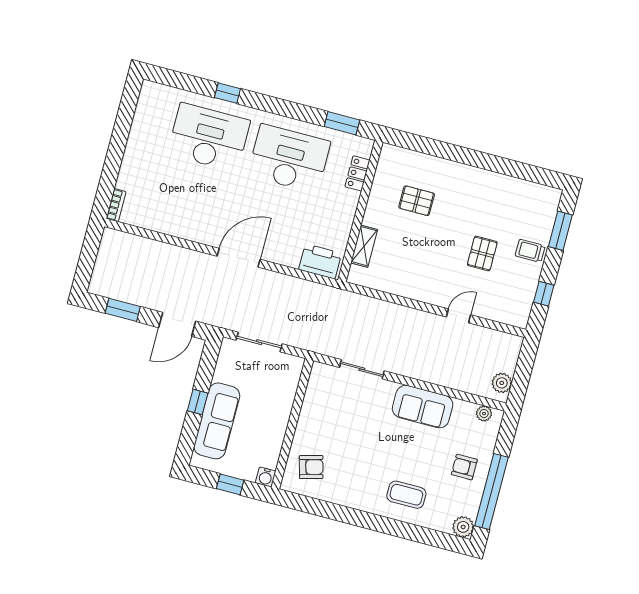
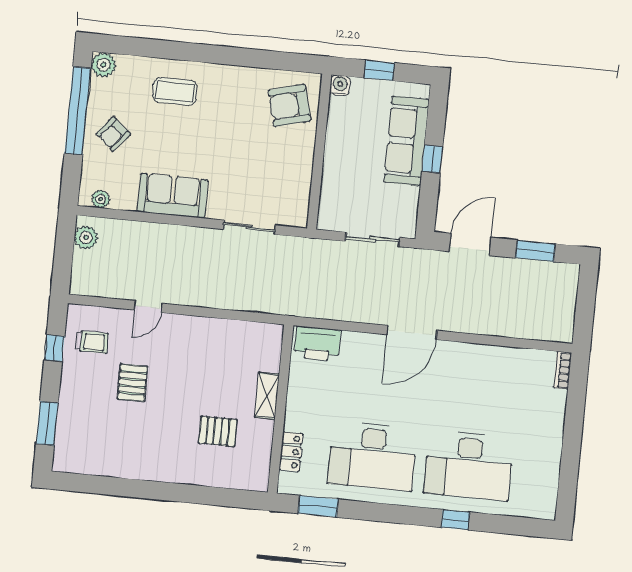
shelving: (364, 246) -> (267, 396), moved
trolley: (530, 251) -> (92, 342), moved
armchair: (311, 467) -> (289, 105), width x1.38, depth x1.38
armchair: (464, 467) -> (113, 134), turned 130

